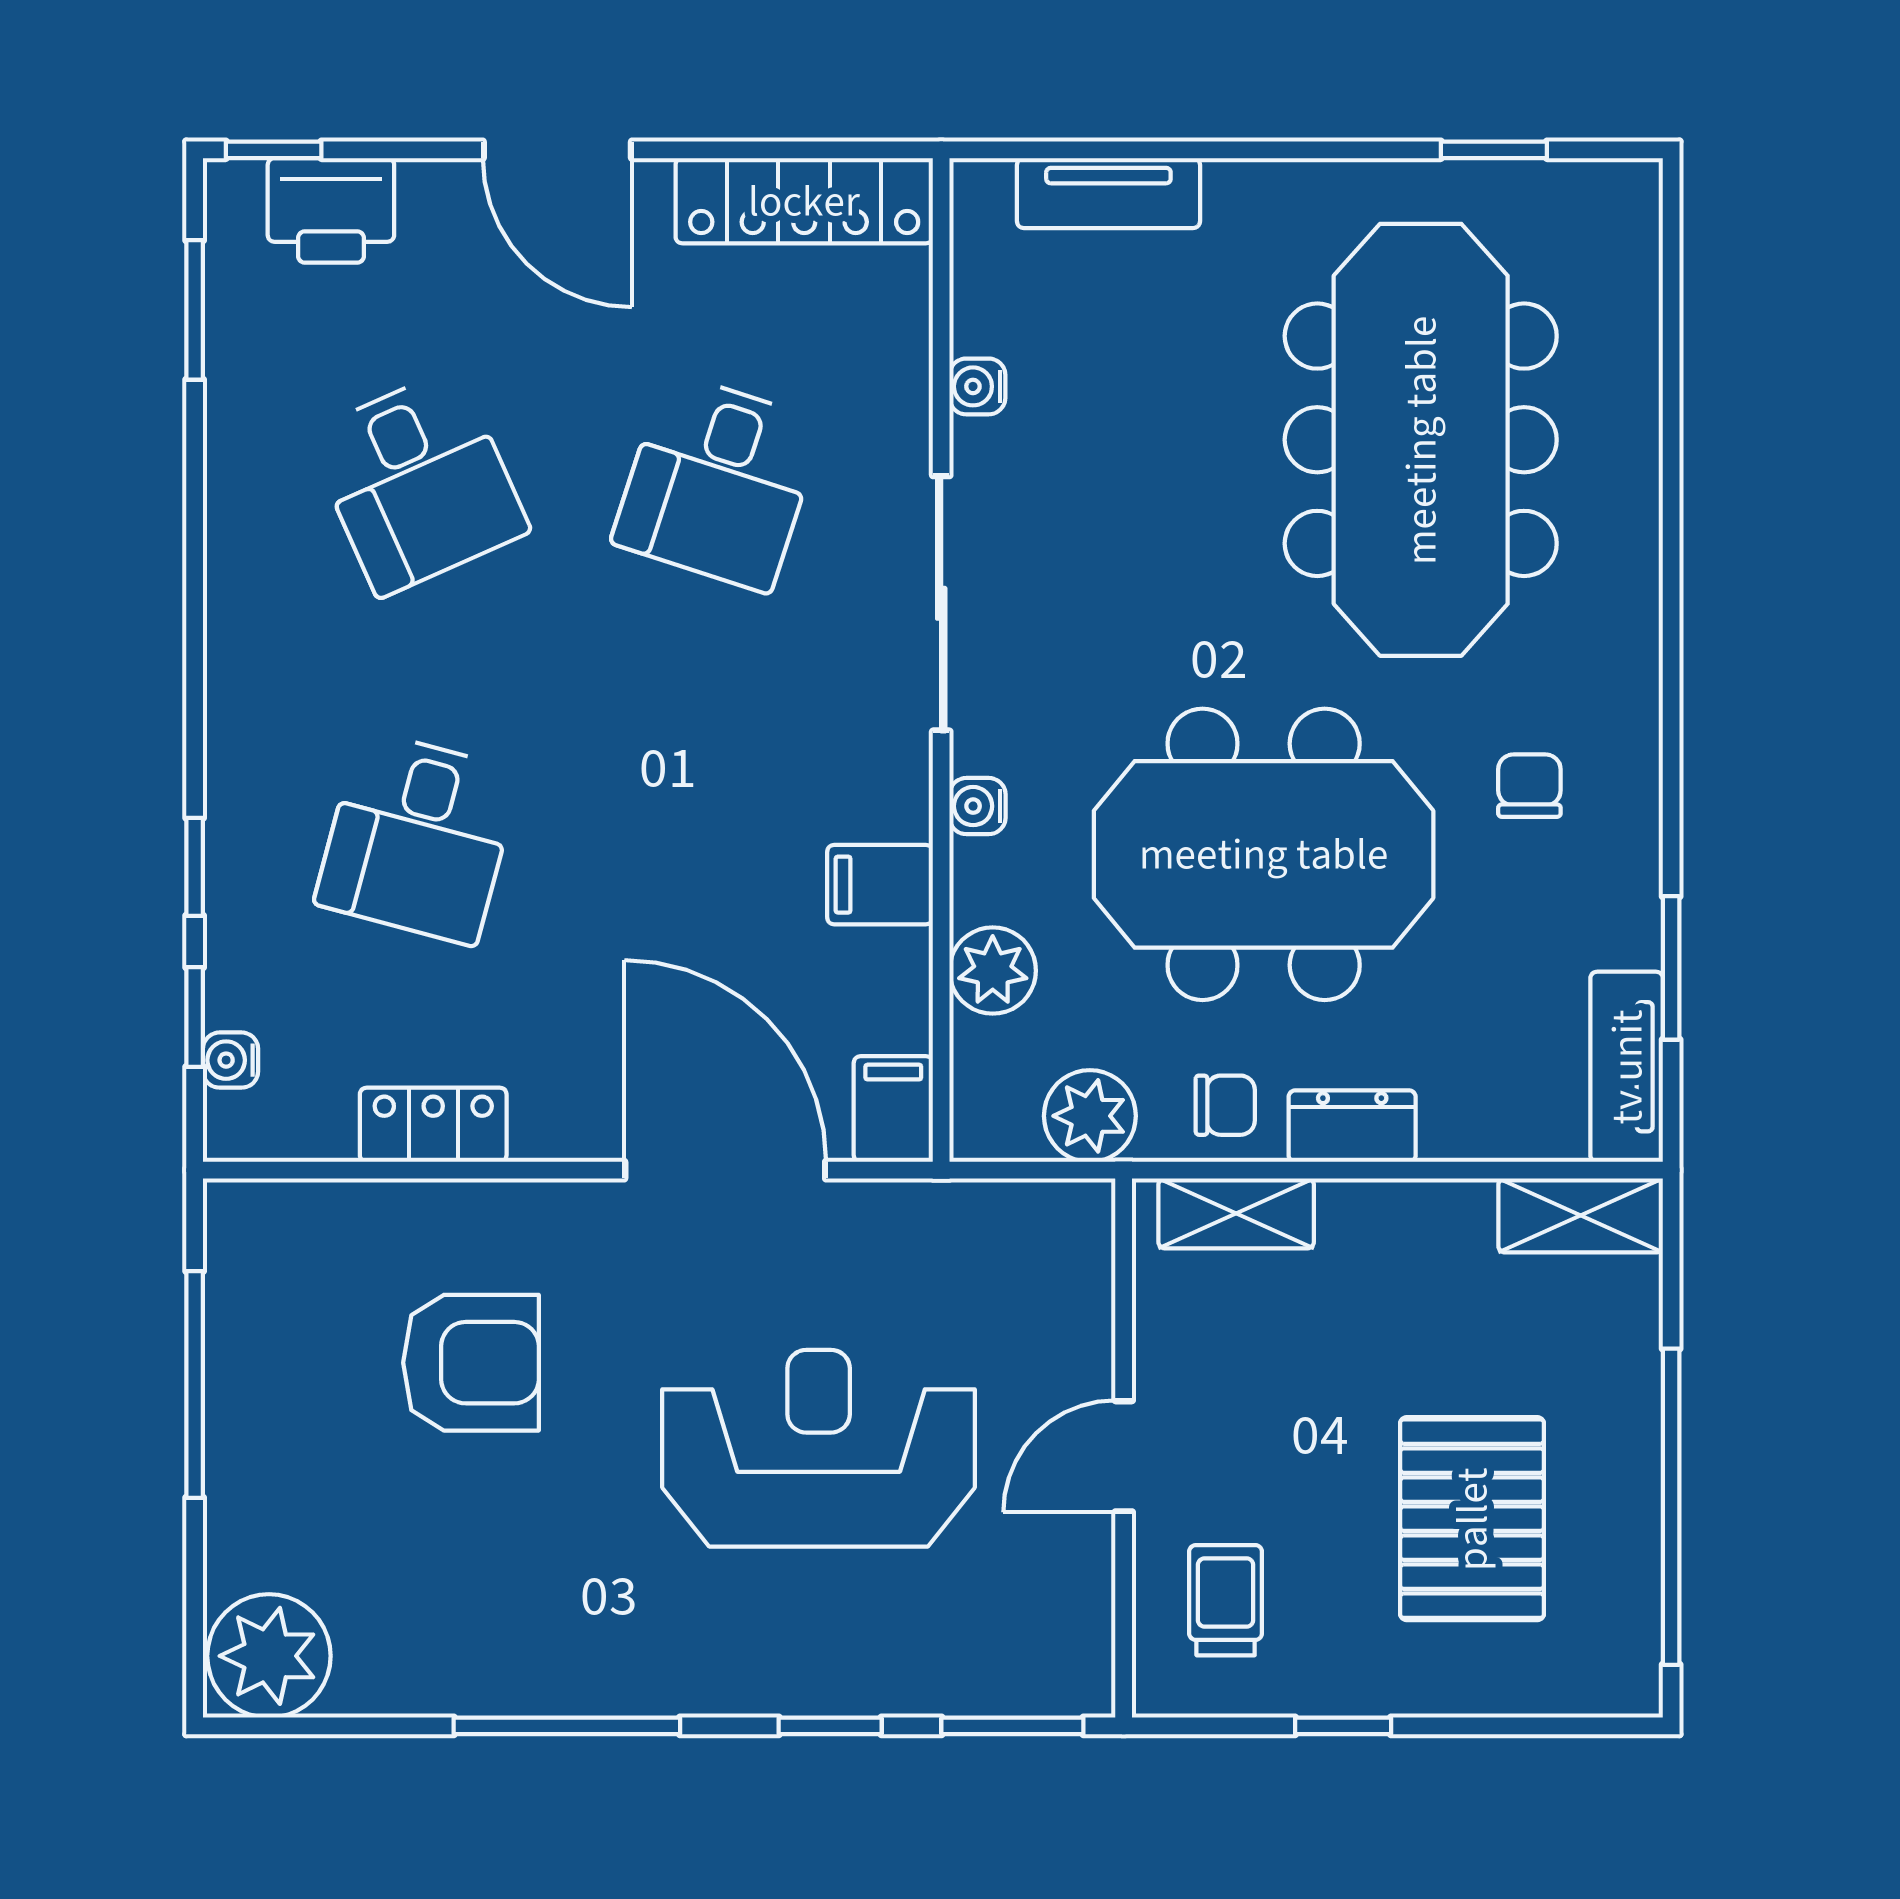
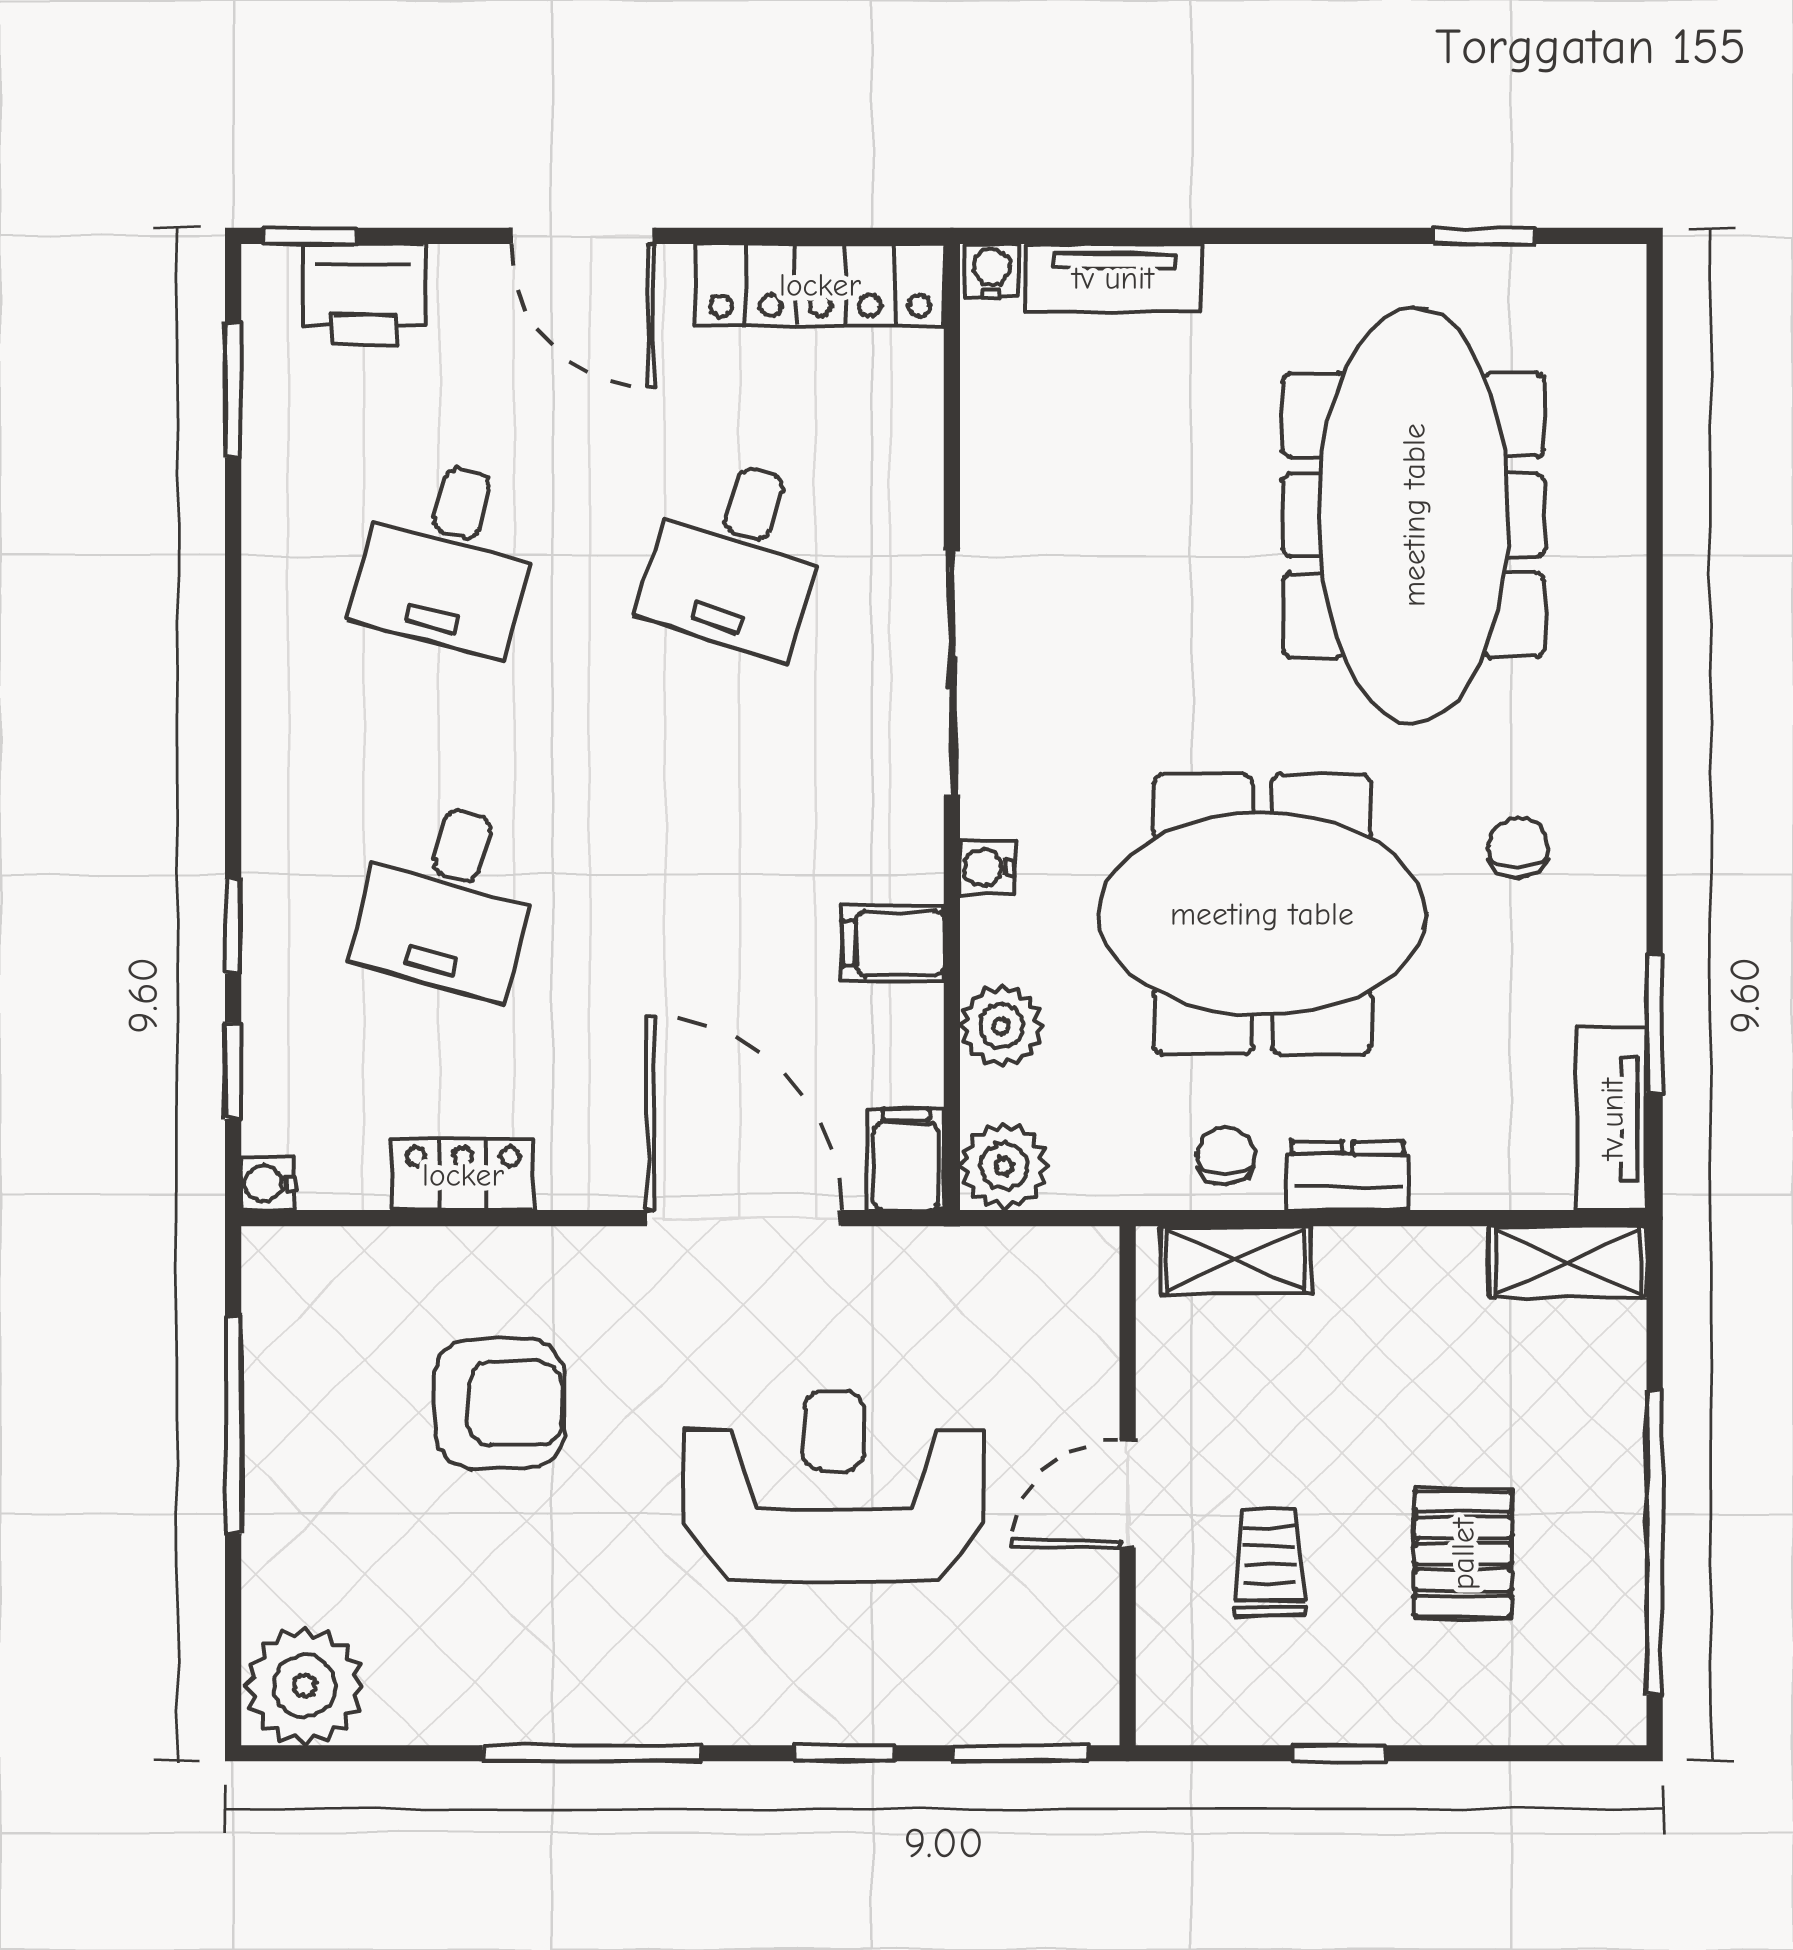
water cooler: (977, 386) -> (992, 271), moved, turned 90
desk: (418, 482) -> (448, 556), turned 39
water cooler: (231, 1060) -> (268, 1184), moved
chair: (1225, 1105) -> (1225, 1156), turned -90
plant: (1090, 1116) -> (1004, 1166), moved
pallet: (1472, 1519) -> (1463, 1554), width x0.67, depth x0.71
trolley: (1226, 1600) -> (1269, 1563), moved

